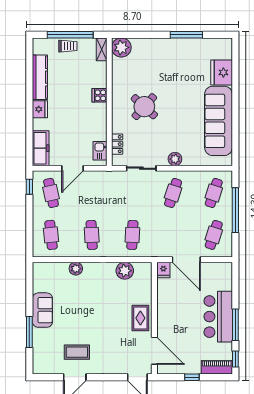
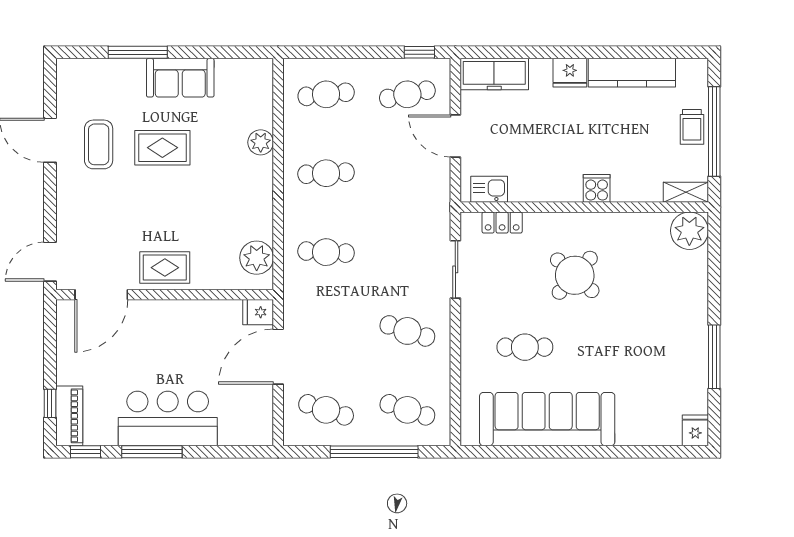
fridge: (222, 72) -> (695, 430), moved, width x0.53, depth x0.75
cafe table: (181, 132) -> (525, 347), added
plant: (175, 159) -> (473, 335), removed
plant: (125, 271) -> (257, 258), moved
rug: (79, 319) -> (162, 148), added
window: (192, 377) -> (50, 403), moved

